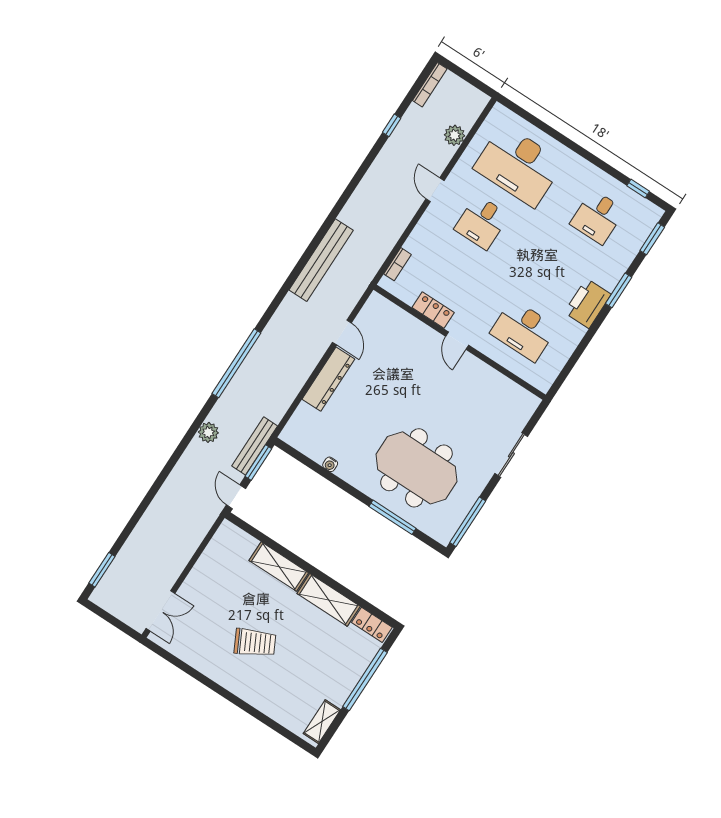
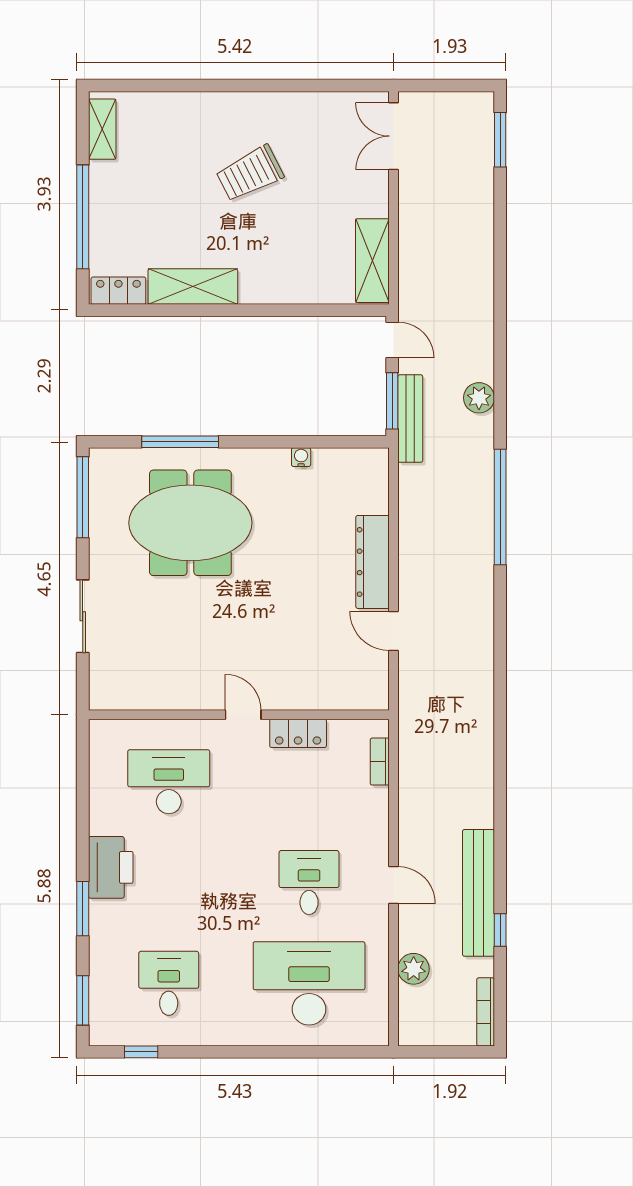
bench: (321, 260) -> (479, 893), moved
shelving: (279, 567) -> (372, 261), moved, turned 90

